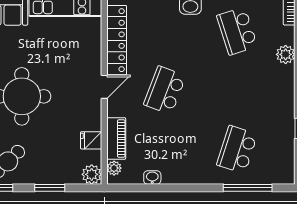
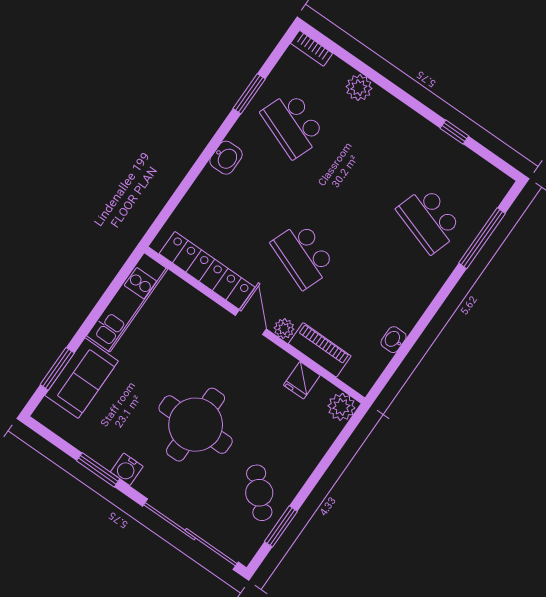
school desk: (237, 31) -> (293, 125), turned 39
plant: (114, 168) -> (284, 329), moved
window: (50, 188) -> (323, 466), removed

